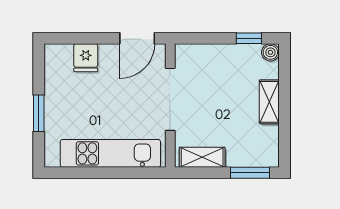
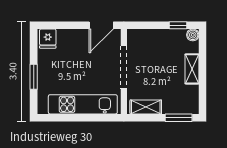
fridge: (86, 58) -> (48, 39), moved

